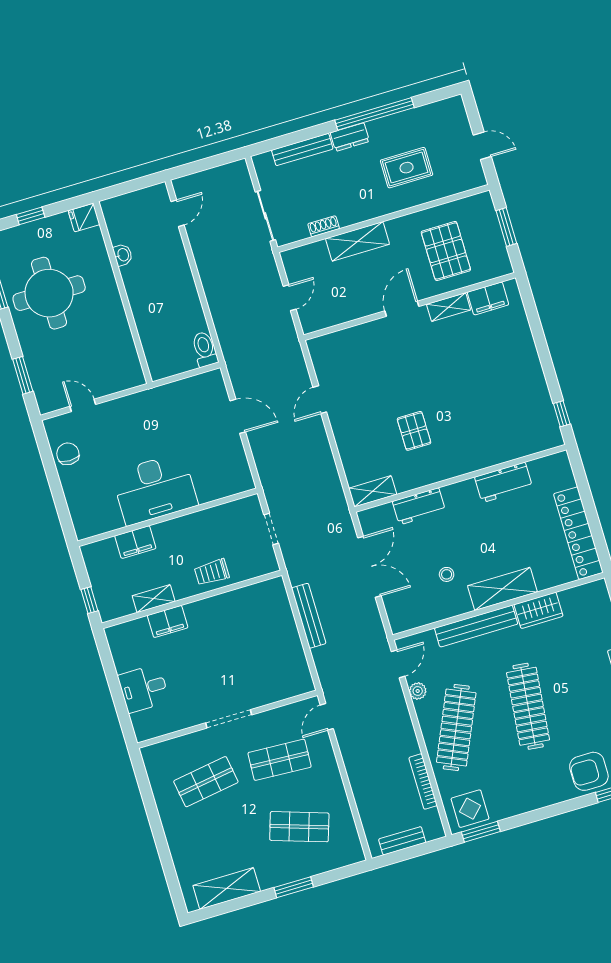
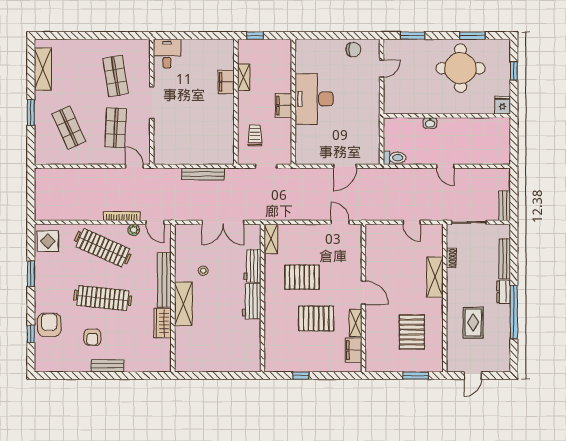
door: (178, 213) -> (445, 166), moved
pallet: (446, 251) -> (412, 332), turned 90
washbasin: (123, 255) -> (430, 123), moved
filing cabinet: (488, 298) -> (354, 350), moved
wall: (410, 306) -> (363, 298), moved
shelving: (449, 307) -> (356, 323), moved
door: (402, 309) -> (363, 293), moved
pallet: (467, 393) -> (316, 319), added
window: (562, 414) -> (301, 376), moved
pallet: (414, 431) -> (302, 277), width x1.50, depth x1.42
workbench: (504, 482) -> (252, 301), moved
locker: (578, 533) -> (205, 364), removed
filing cabinet: (135, 542) -> (284, 106), moved
trolley: (212, 572) -> (255, 135), moved
desk: (144, 689) -> (167, 54), moved
armchair: (588, 705) -> (92, 337), added
bookcase: (423, 782) -> (122, 216), moved
shop shelf: (299, 827) -> (69, 128), turned -42
window: (481, 832) -> (31, 274), moved
bench: (402, 841) -> (505, 206), moved

